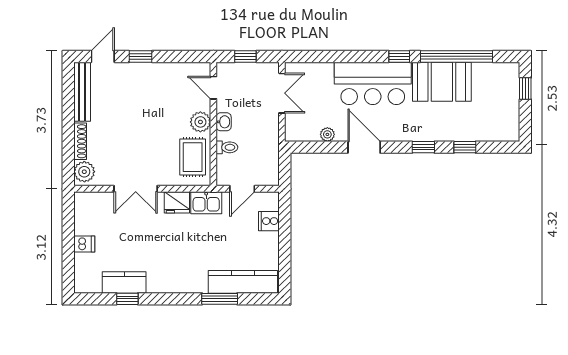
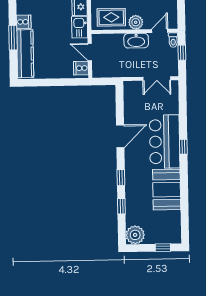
window: (399, 56) -> (183, 147), moved
window: (457, 56) -> (184, 199), removed
washbasin: (224, 122) -> (136, 41), width x1.91, depth x1.45
plant: (327, 134) -> (135, 235), moved, width x1.88, depth x1.88
toilet: (227, 147) -> (173, 40), moved
cooker: (269, 221) -> (81, 68), moved, turned -90
cooker: (197, 283) -> (24, 22), added

